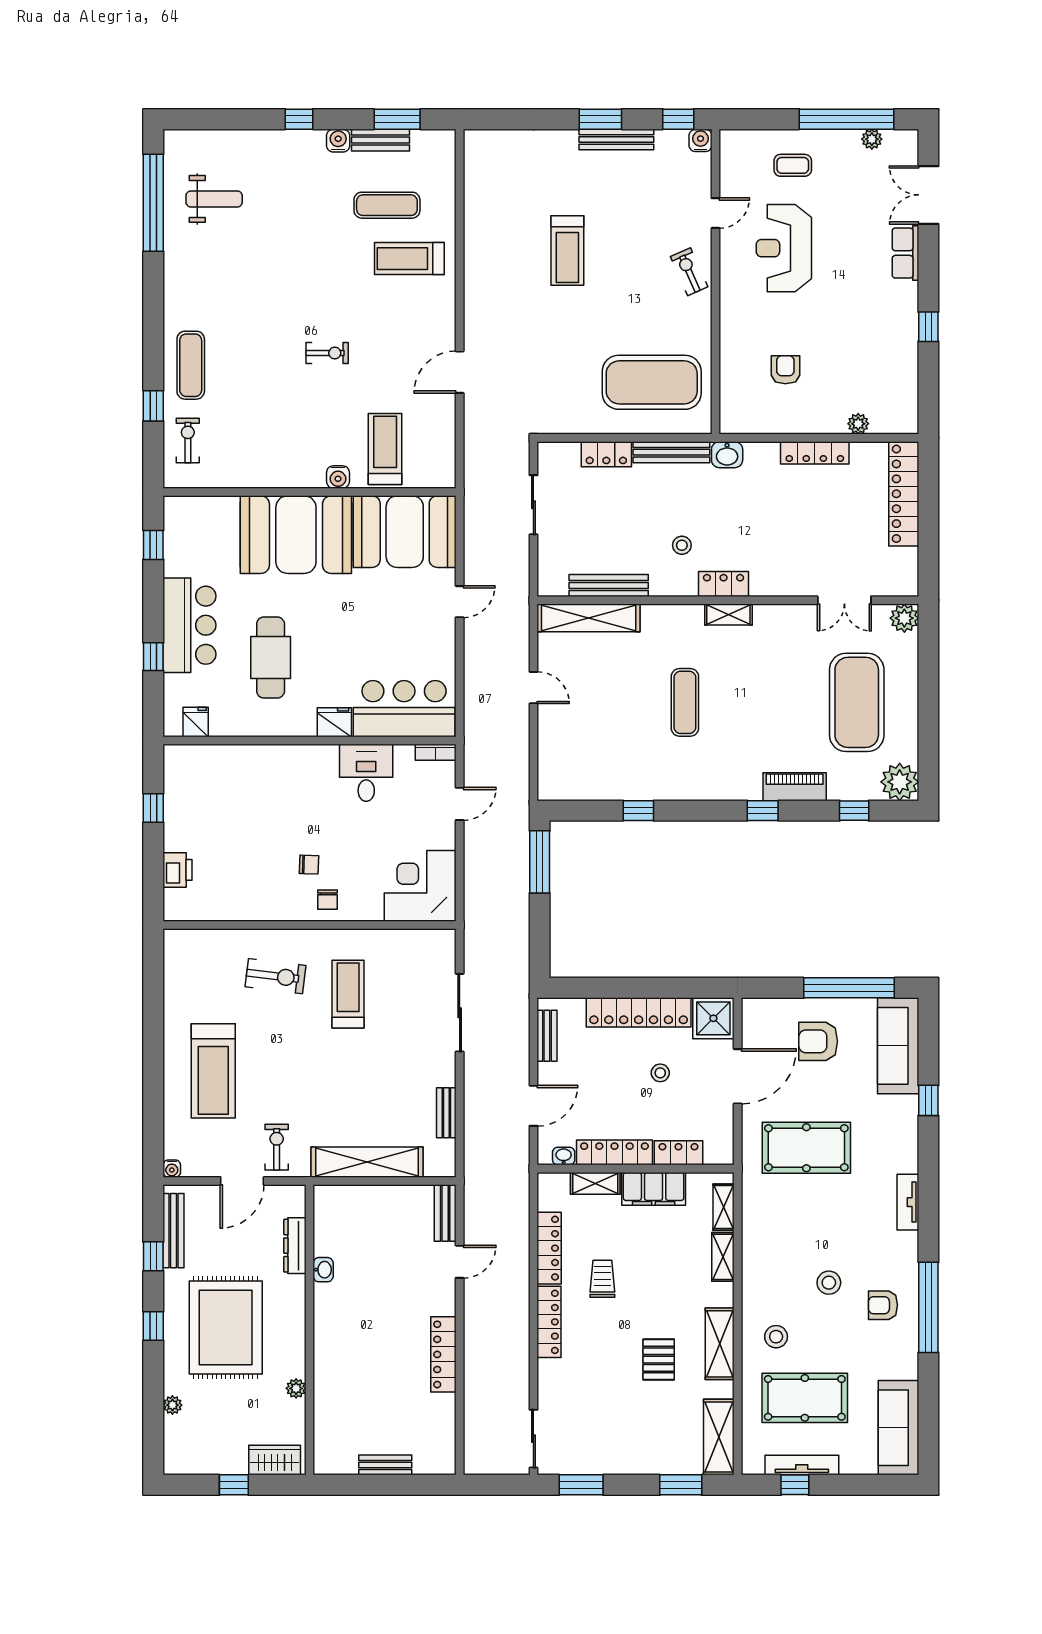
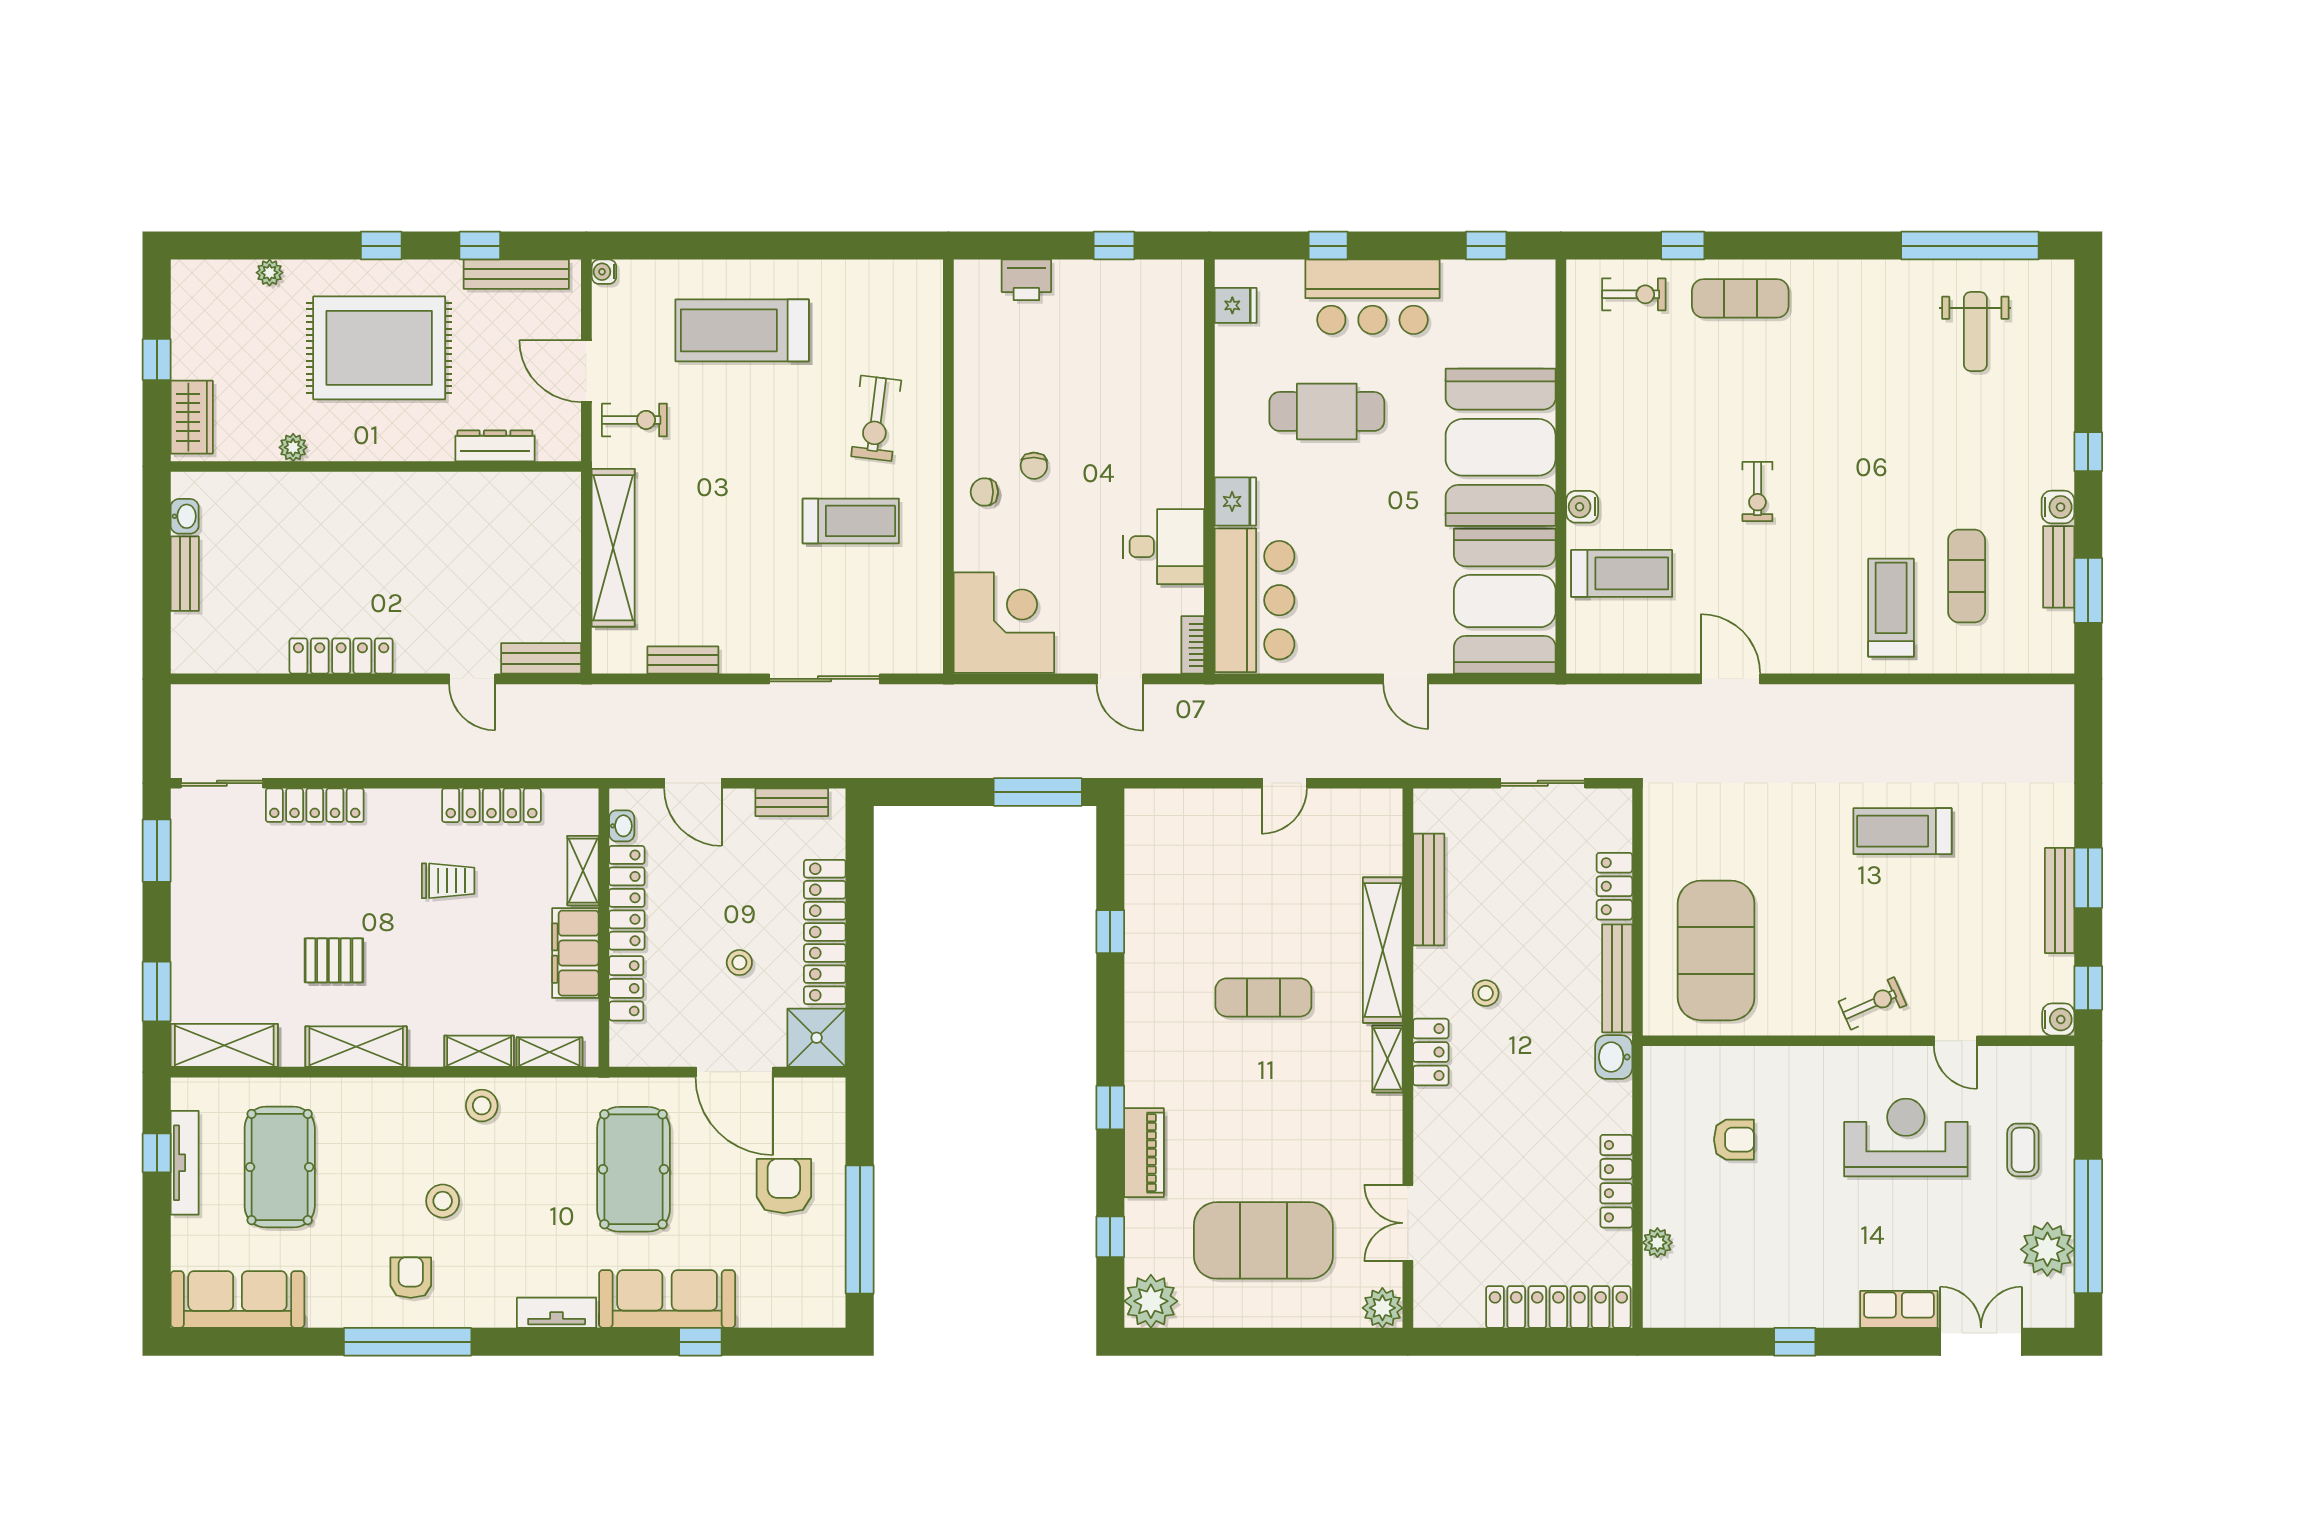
plant: (872, 139) -> (2047, 1249), width x1.87, depth x1.87
shelving: (589, 618) -> (1383, 950), moved
sofa: (898, 1046) -> (667, 1299), moved
washbasin: (323, 1270) -> (185, 516), moved, turned -90
locker: (549, 1322) -> (315, 805), moved
stool: (776, 1337) -> (482, 1106), moved

